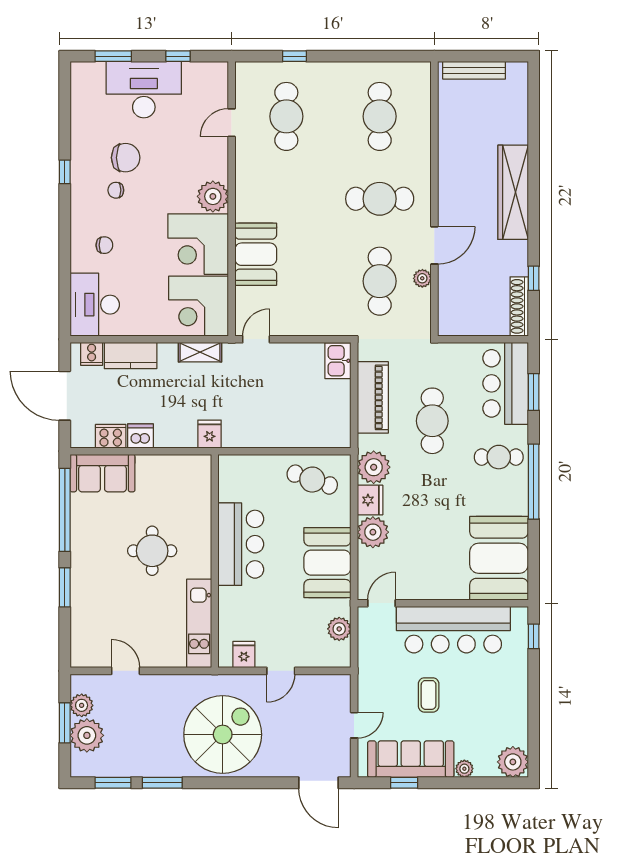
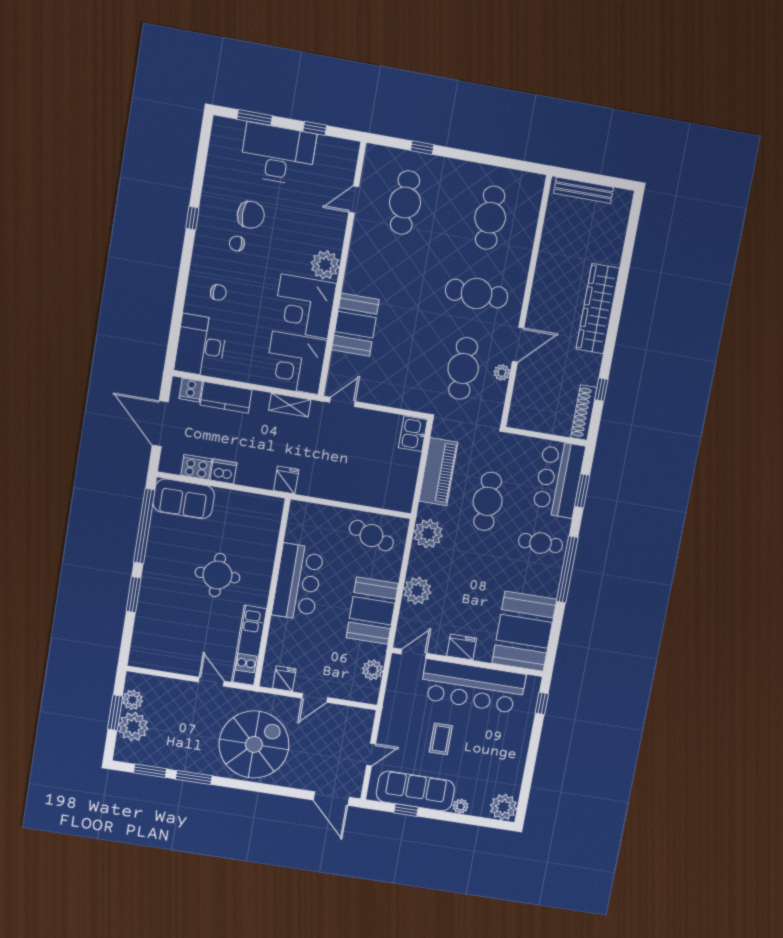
fridge: (370, 500) -> (462, 647), moved, turned -90
door: (126, 671) -> (211, 682), moved

